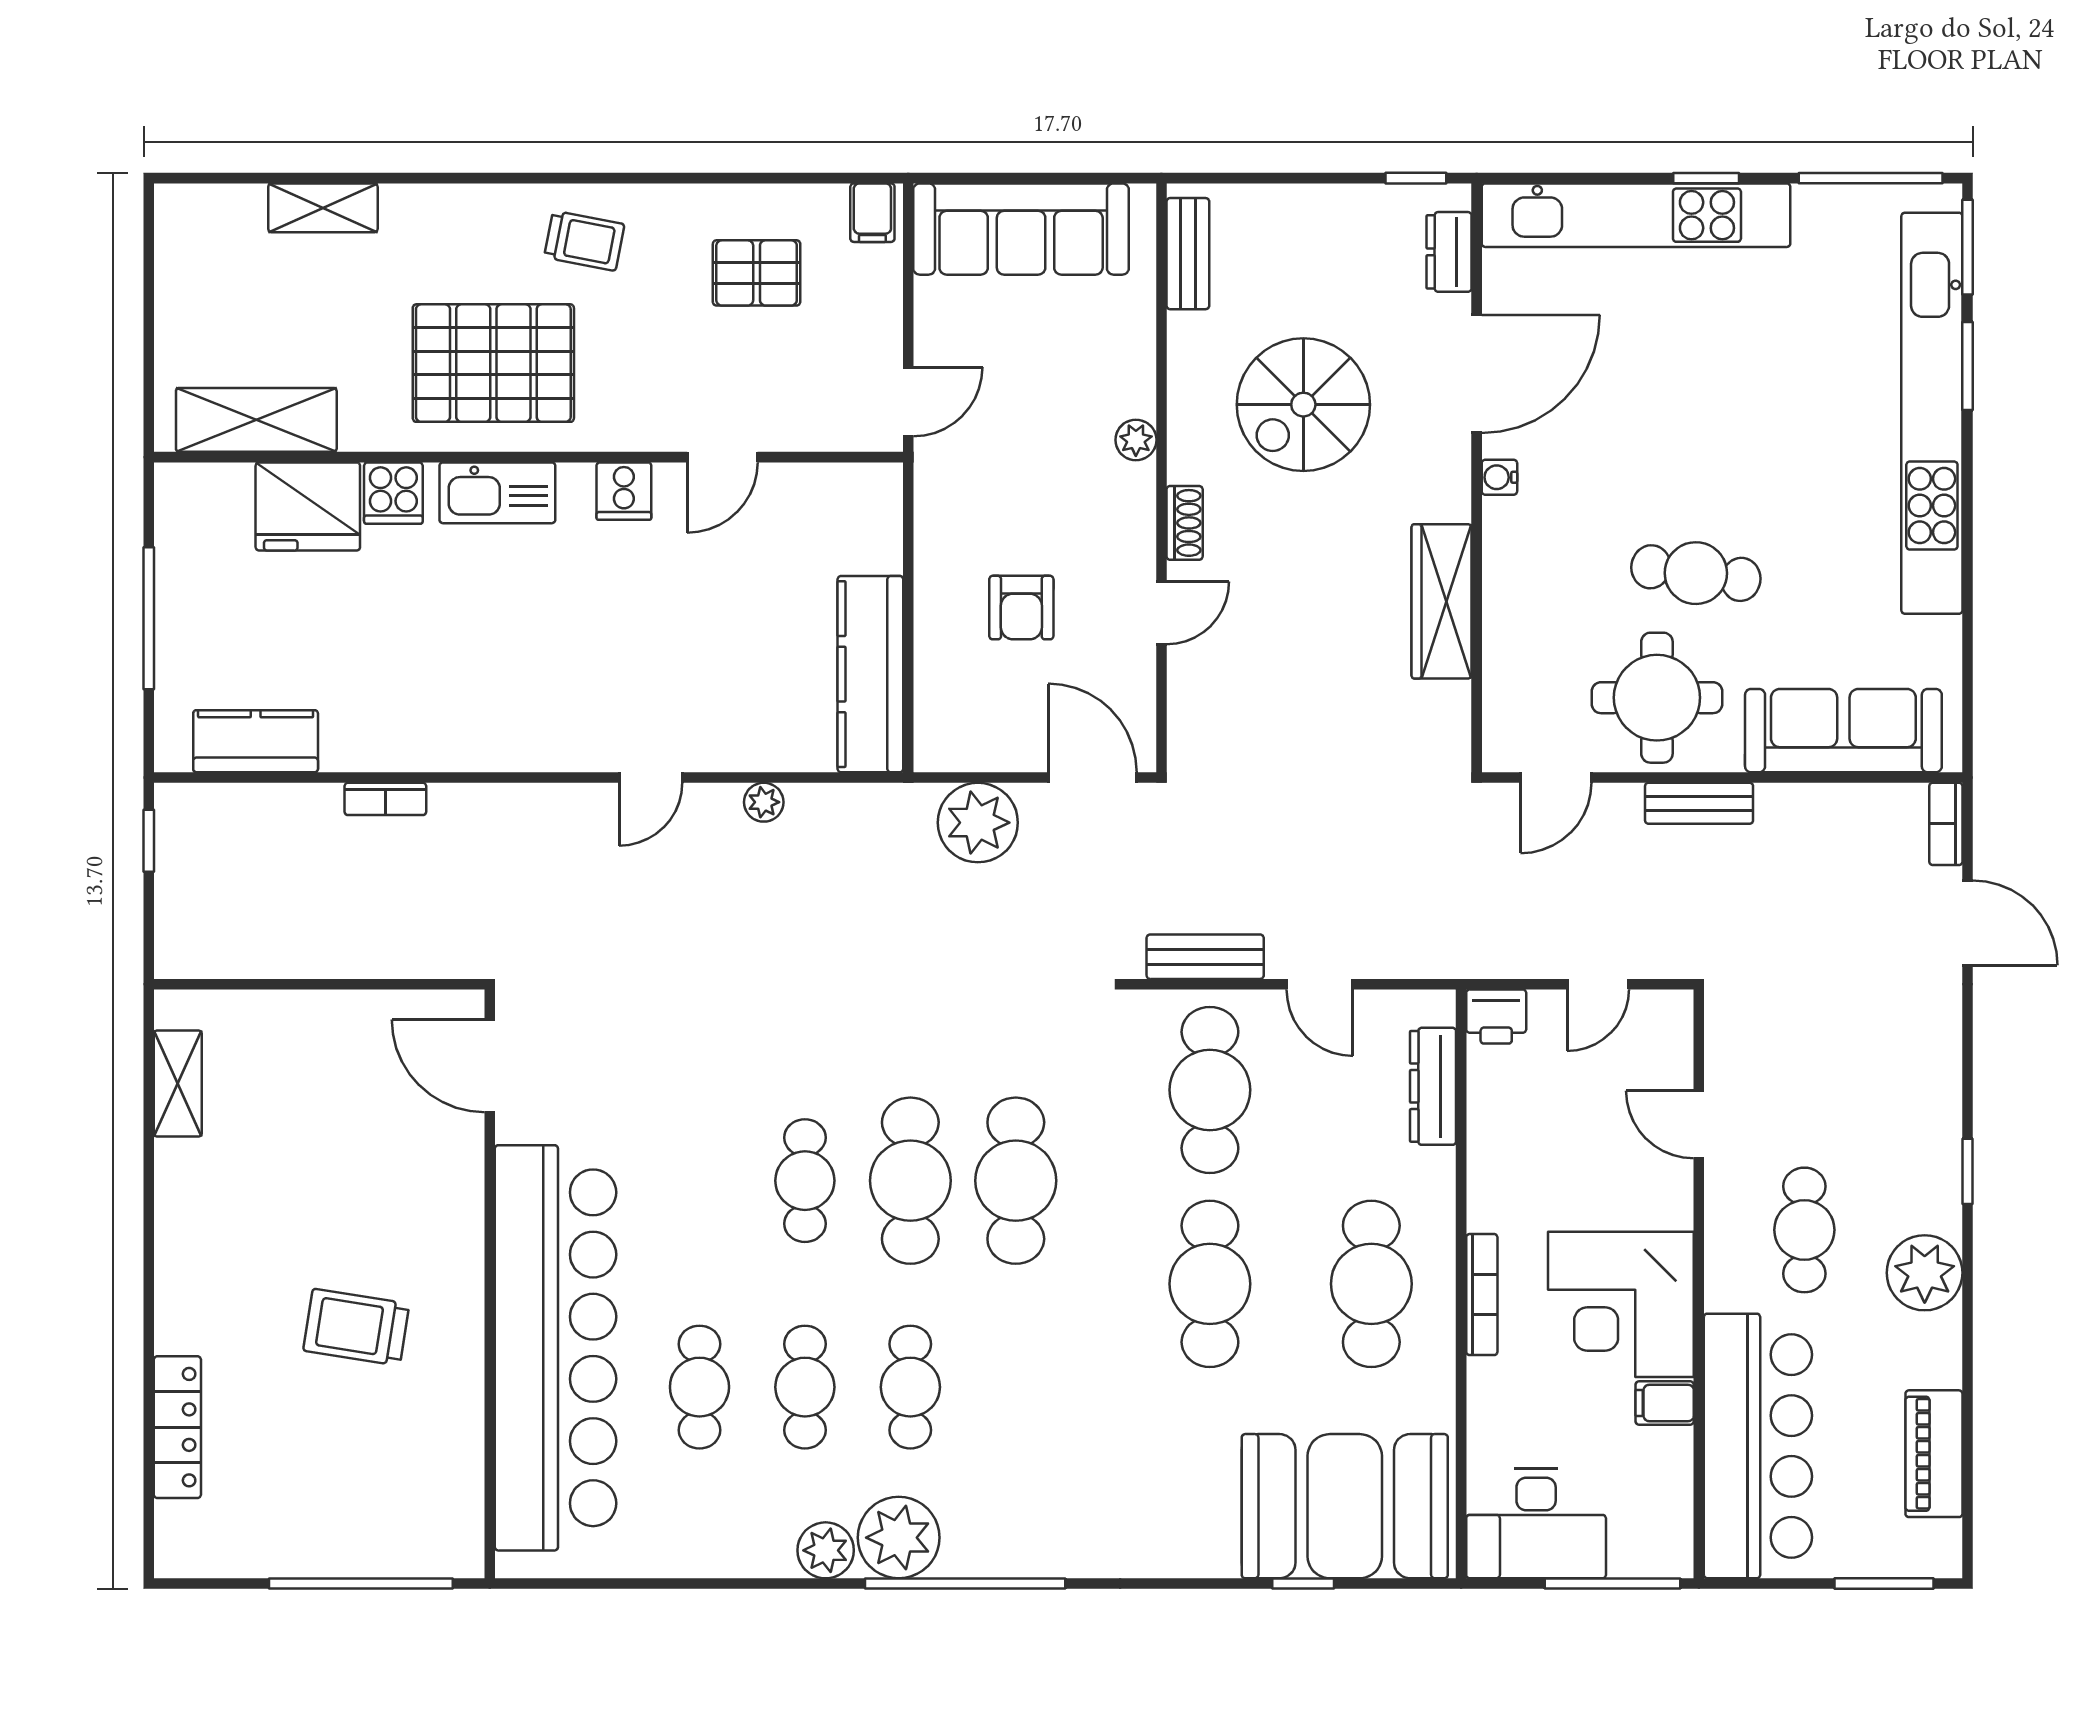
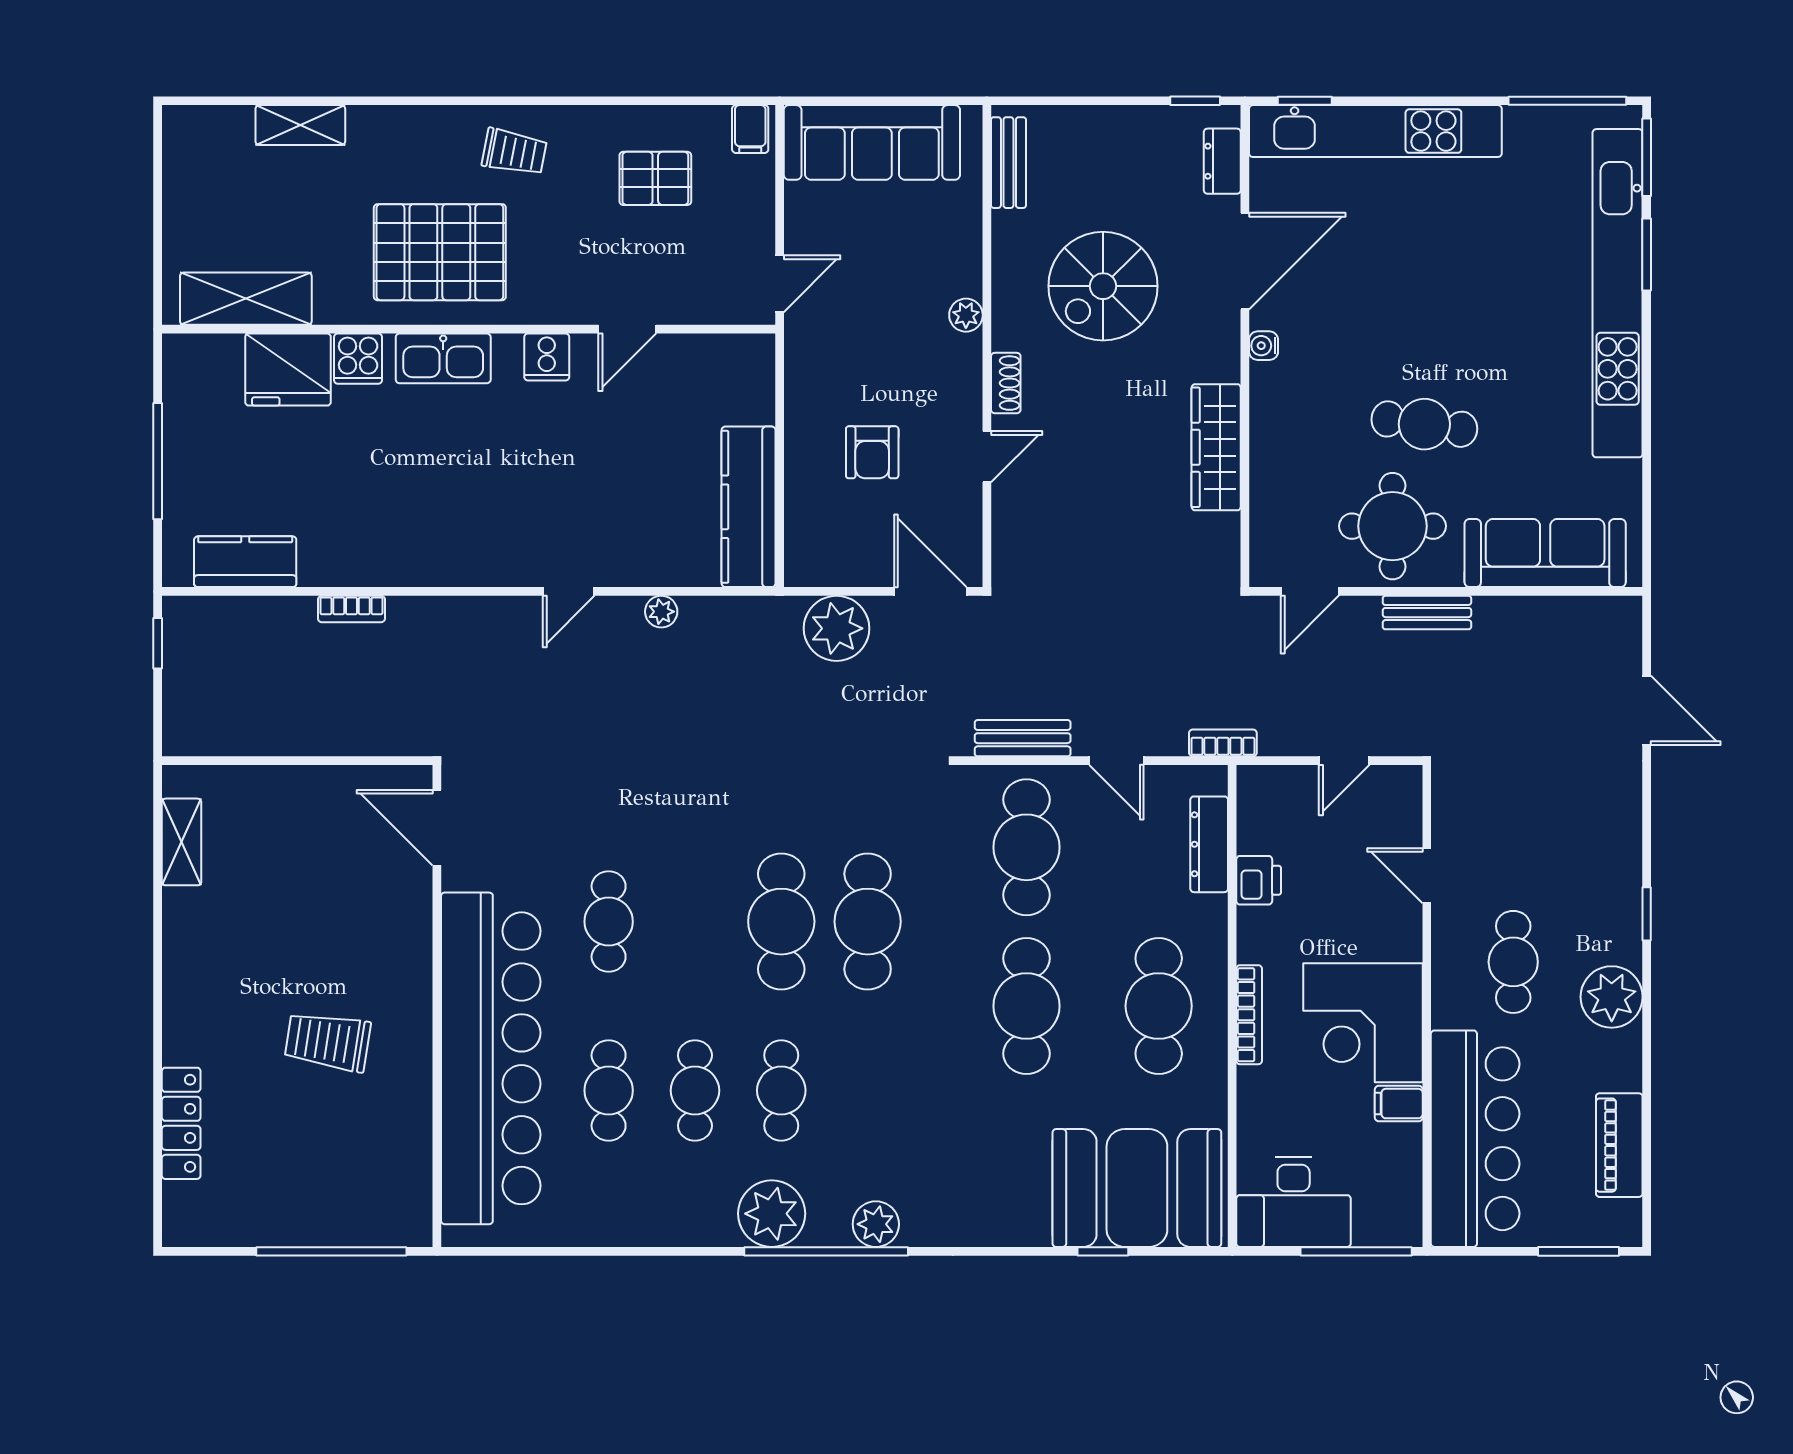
window: (1706, 178) -> (1305, 101), moved
bookcase: (1946, 824) -> (1223, 743), moved, turned 90
printer: (1496, 1017) -> (1259, 880), moved, turned -90
cafe table: (805, 1181) -> (609, 922), moved
plant: (826, 1550) -> (876, 1224), moved

